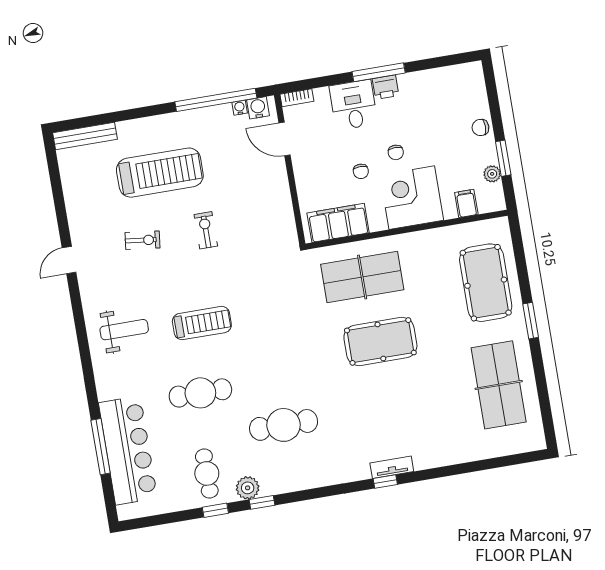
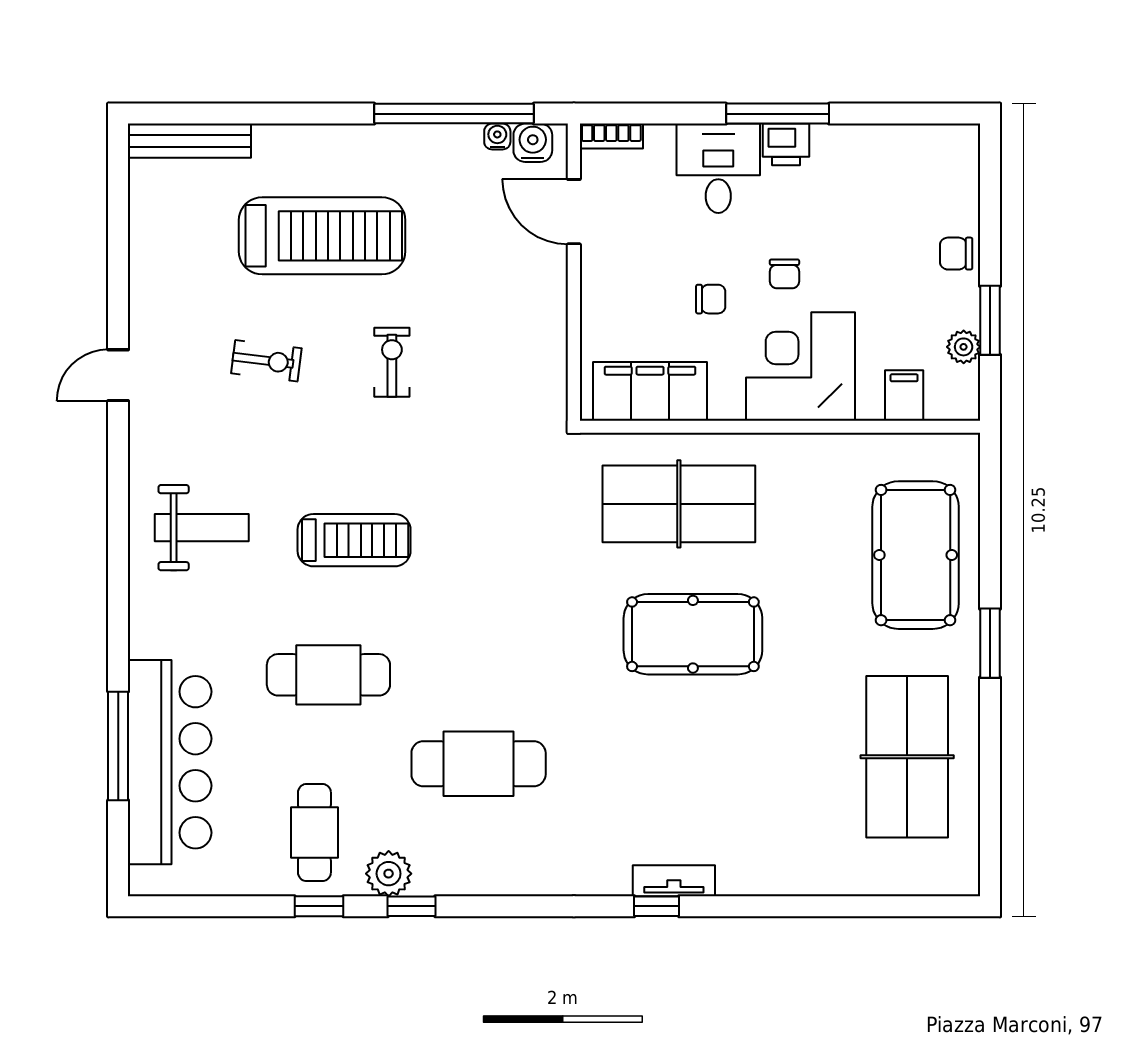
chair: (361, 171) -> (711, 299), turned -90

